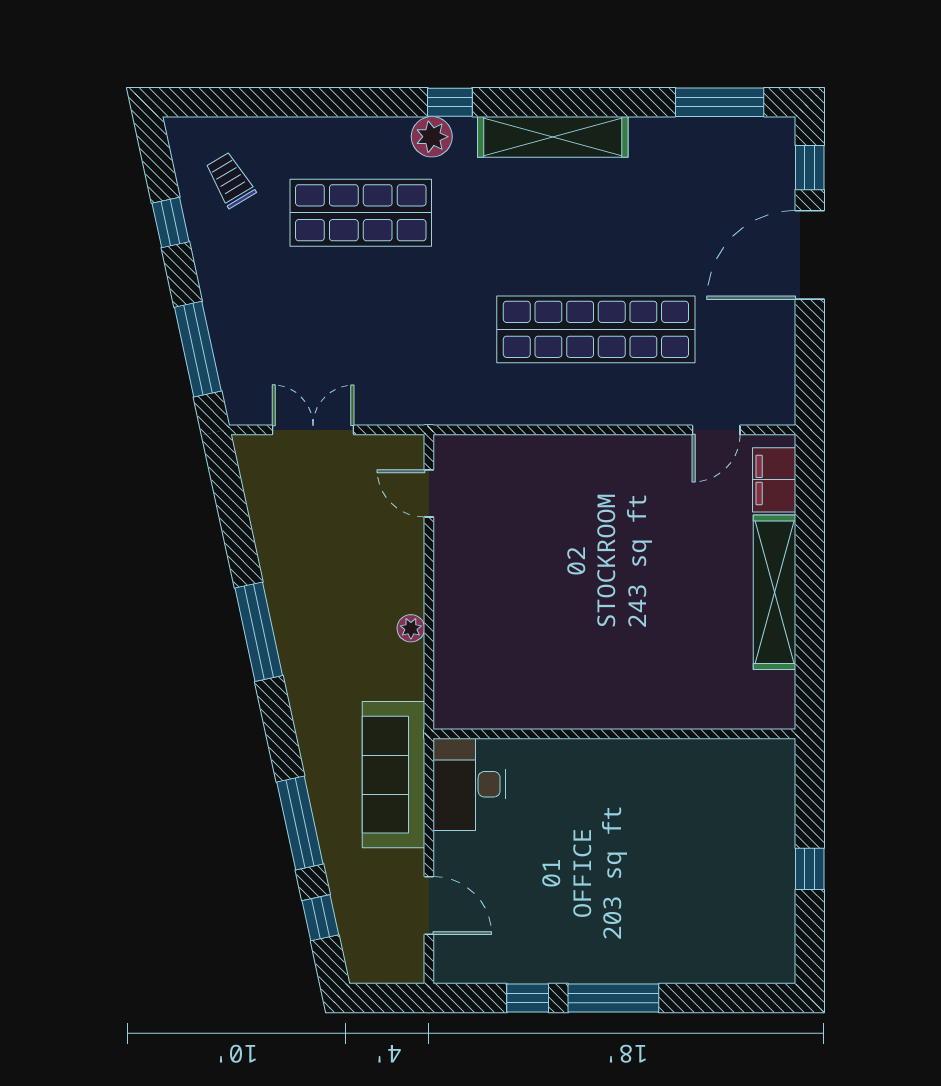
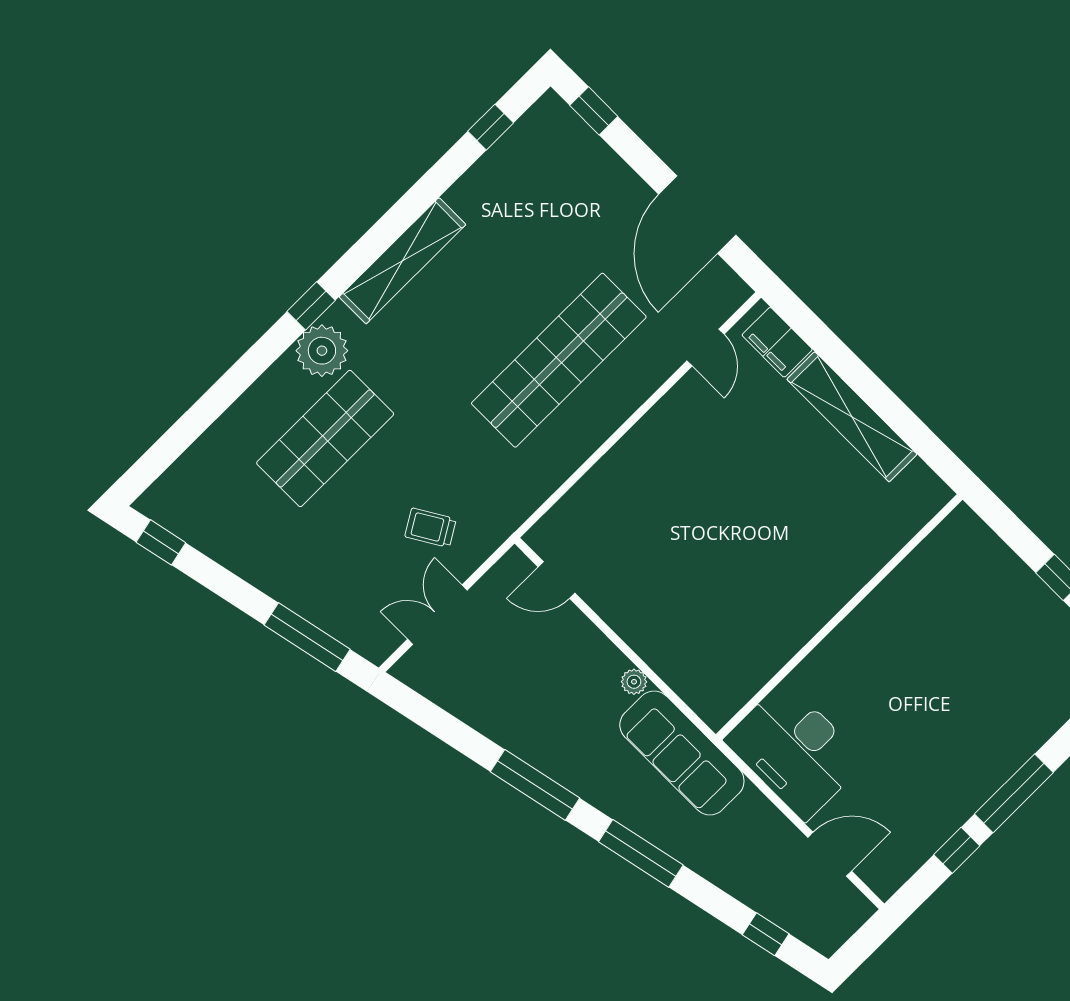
window: (720, 102) -> (491, 127), width x0.46
plant: (432, 137) -> (322, 351), width x1.36, depth x1.36
trolley: (230, 180) -> (431, 528), moved
window: (171, 222) -> (161, 542), moved
door: (810, 255) -> (697, 215), moved
sofa: (394, 775) -> (682, 753), moved
desk: (469, 784) -> (795, 751), width x1.36, depth x1.30
window: (300, 823) -> (641, 853), moved

